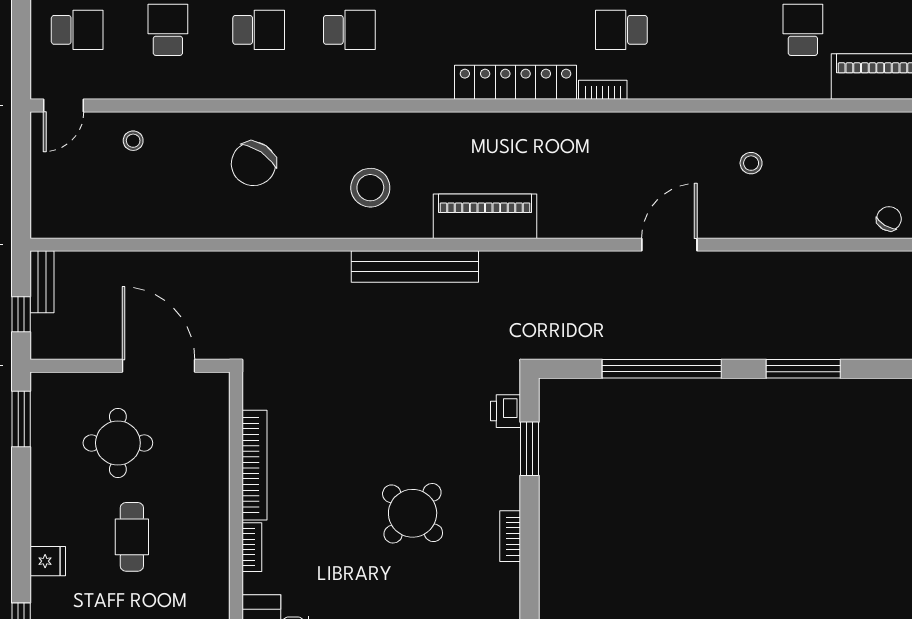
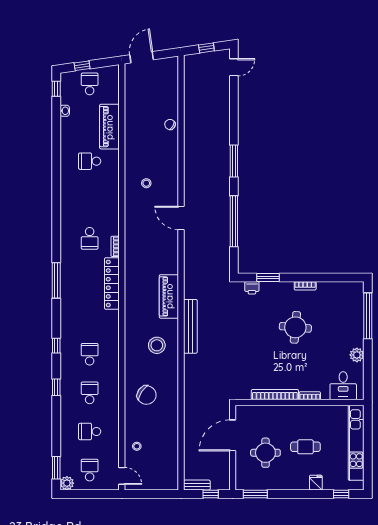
round table: (413, 513) -> (295, 327), turned -38

